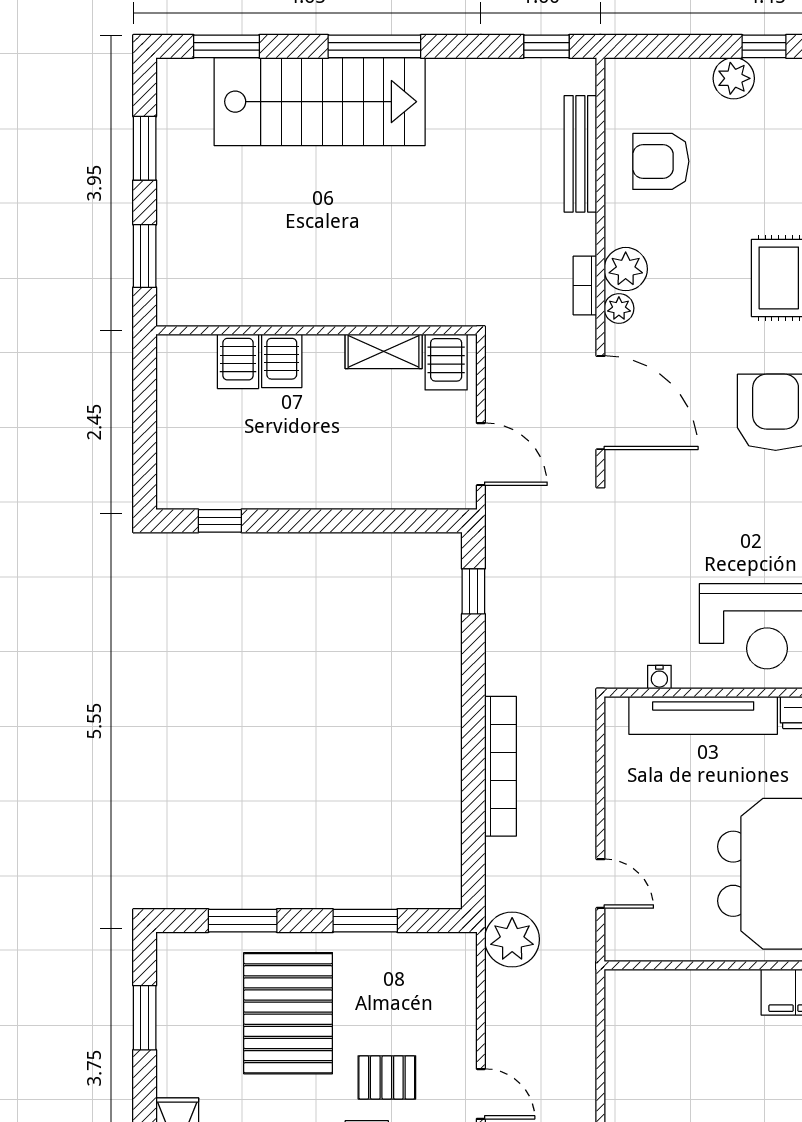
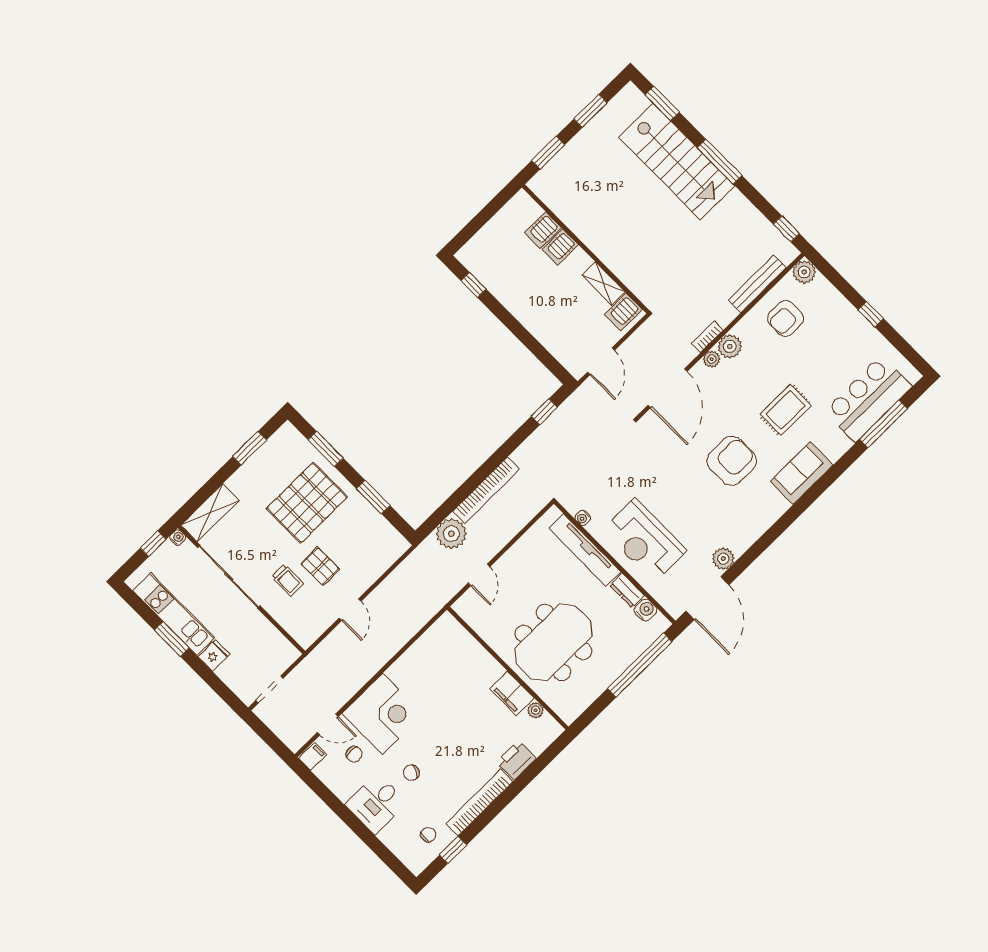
plant: (734, 78) -> (804, 272), moved
armchair: (661, 161) -> (786, 318), turned -90
plant: (512, 939) -> (451, 534), moved

